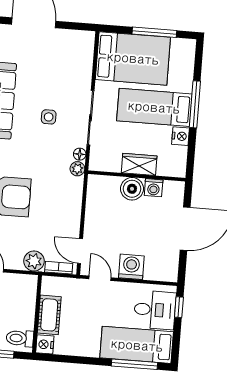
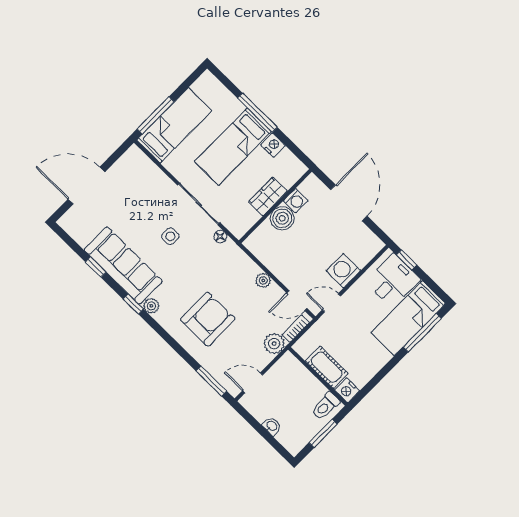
window: (154, 32) -> (156, 115), moved
bed: (133, 58) -> (174, 125), width x0.67
plant: (77, 169) -> (263, 280), moved

